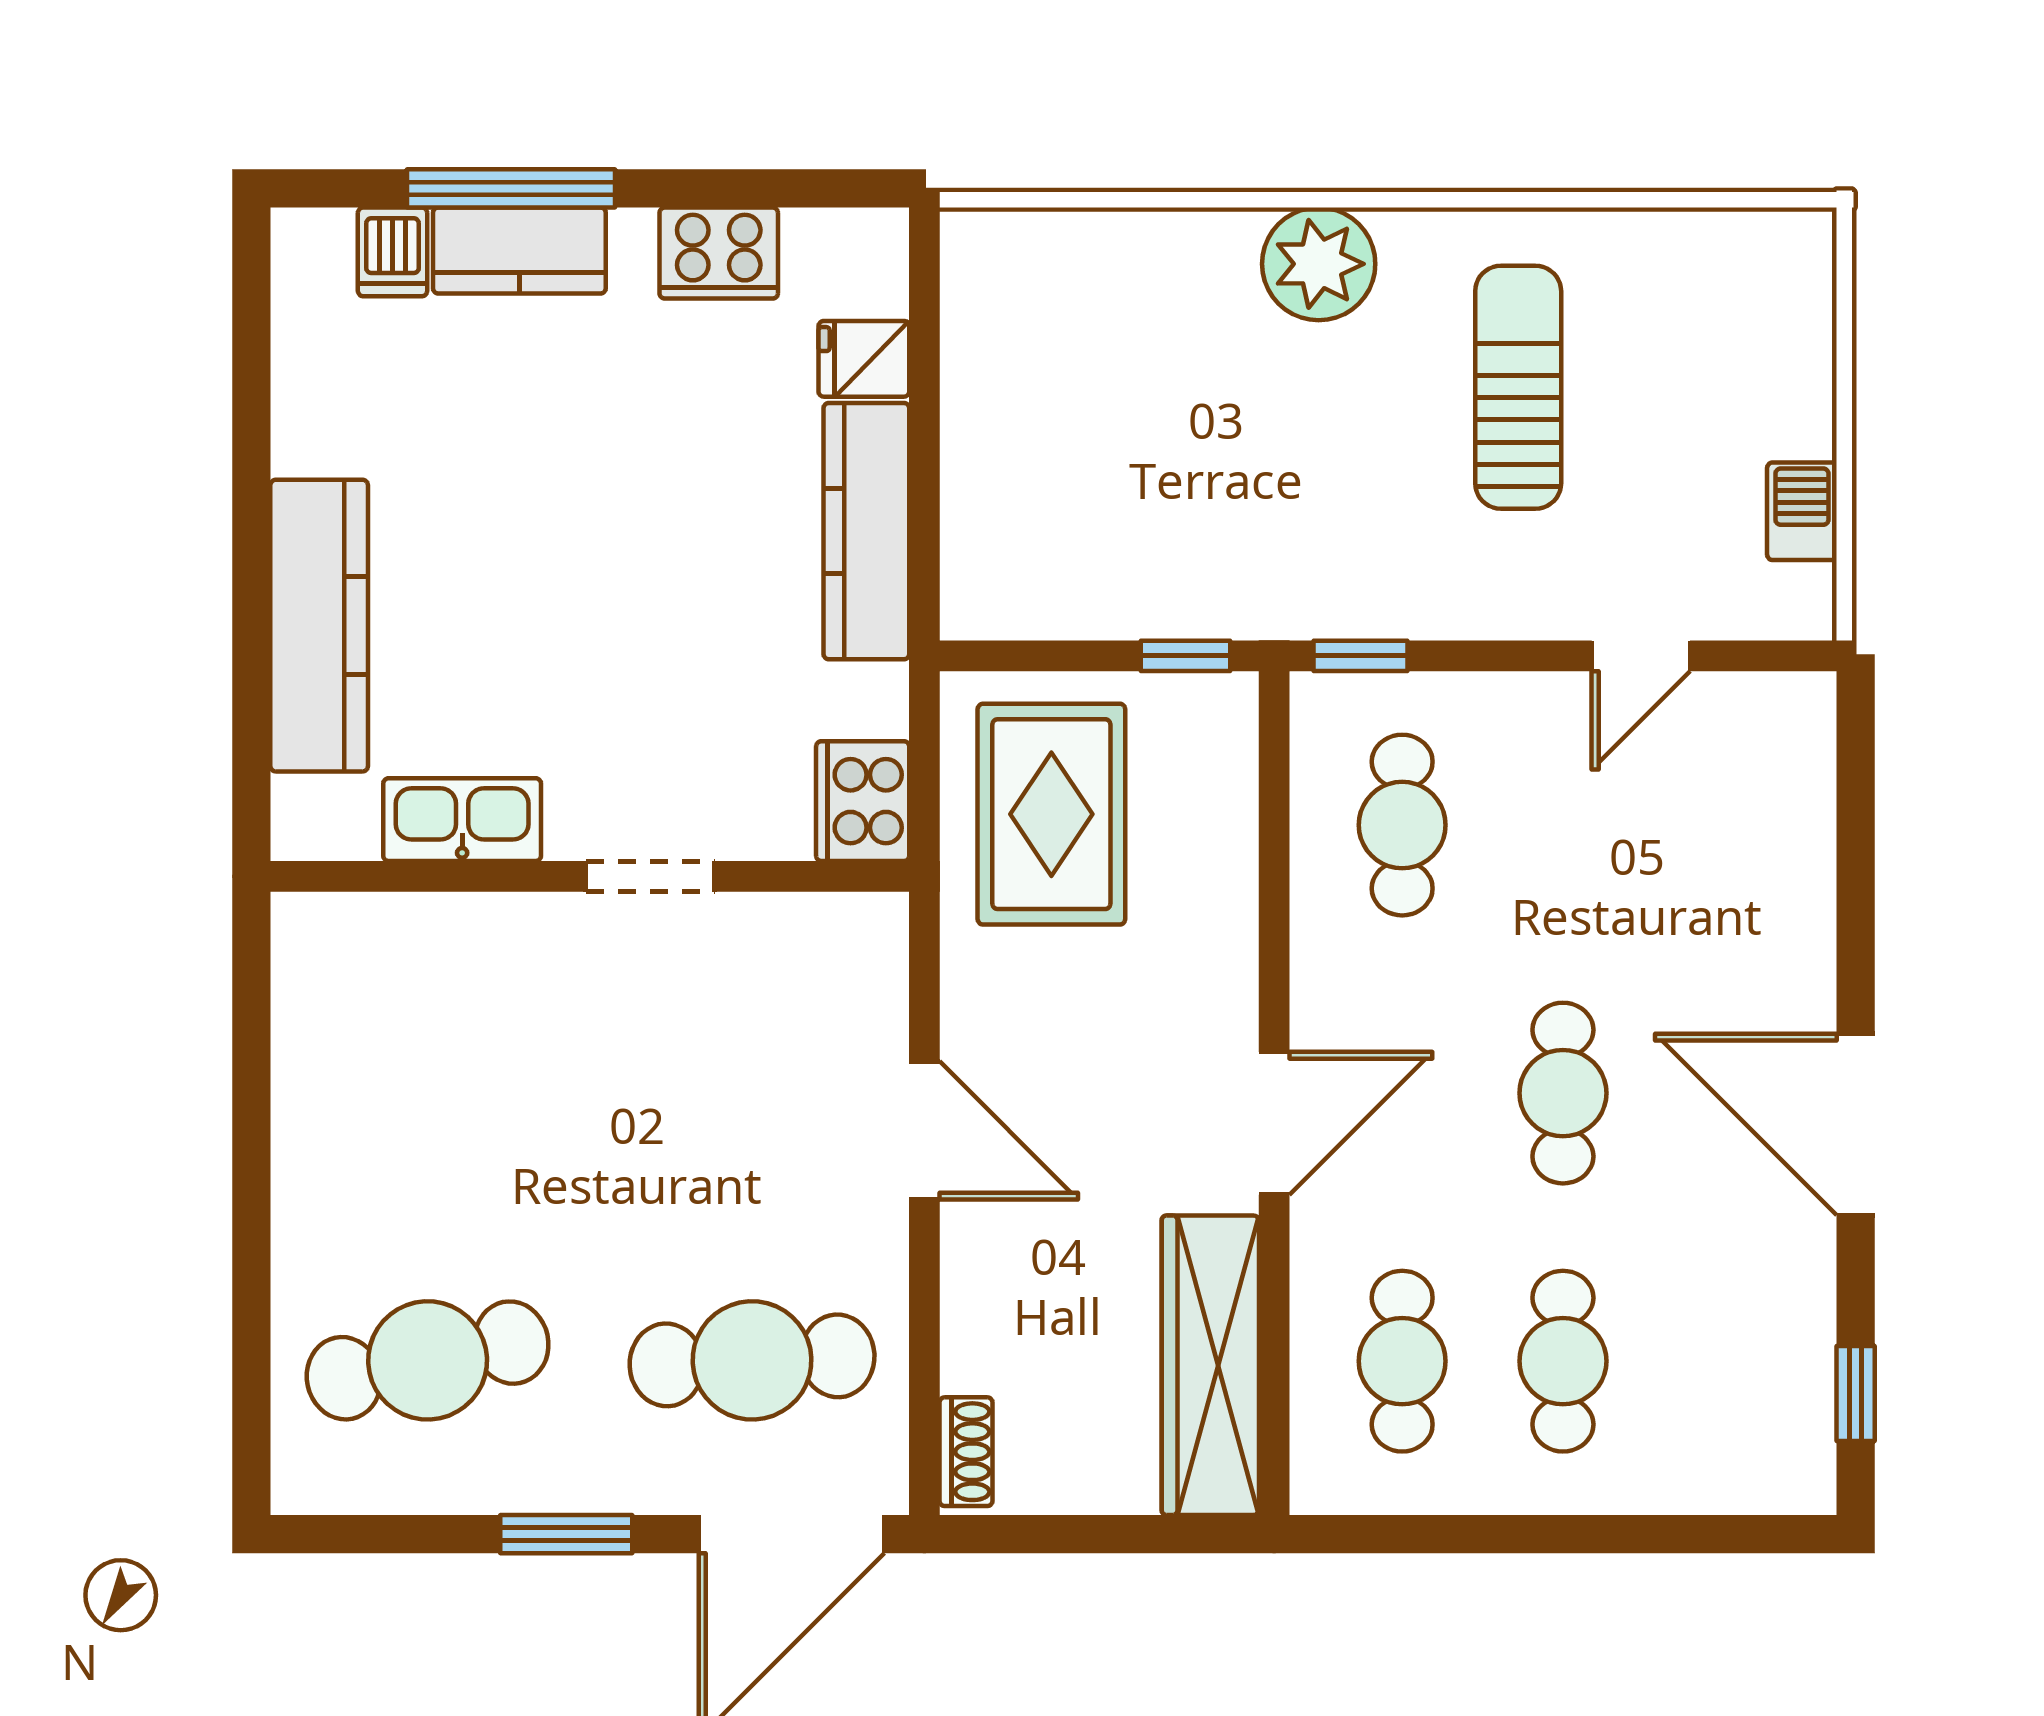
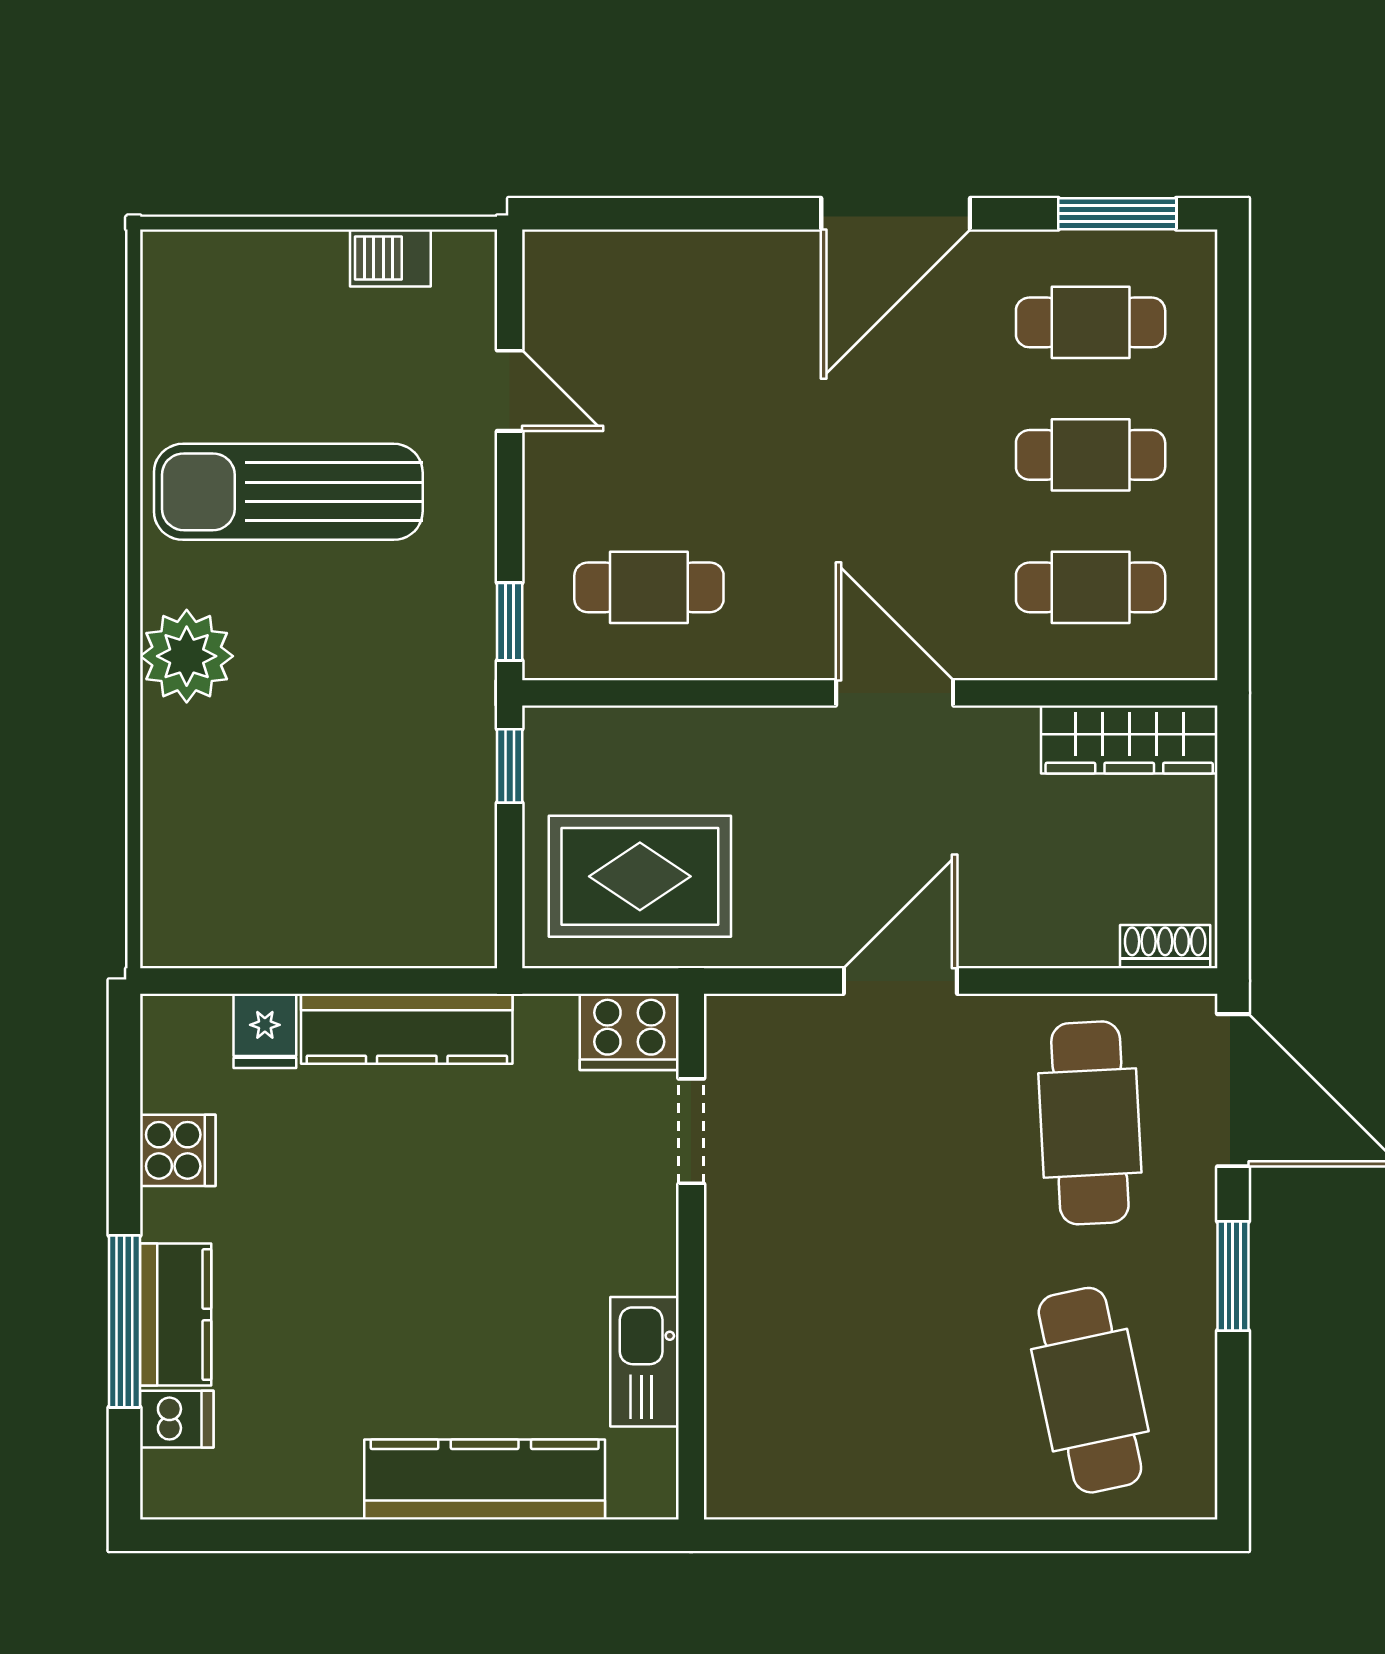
cooker: (719, 253) -> (178, 1150), width x0.73
sun lounger: (1518, 387) -> (288, 492), width x1.36, depth x1.34
doorway: (650, 876) -> (691, 1131), moved
cafe table: (1563, 1093) -> (1091, 322), moved
wardrobe: (1210, 1365) -> (1129, 739), width x0.71, depth x0.85
window: (1856, 1394) -> (1117, 214), width x1.50

